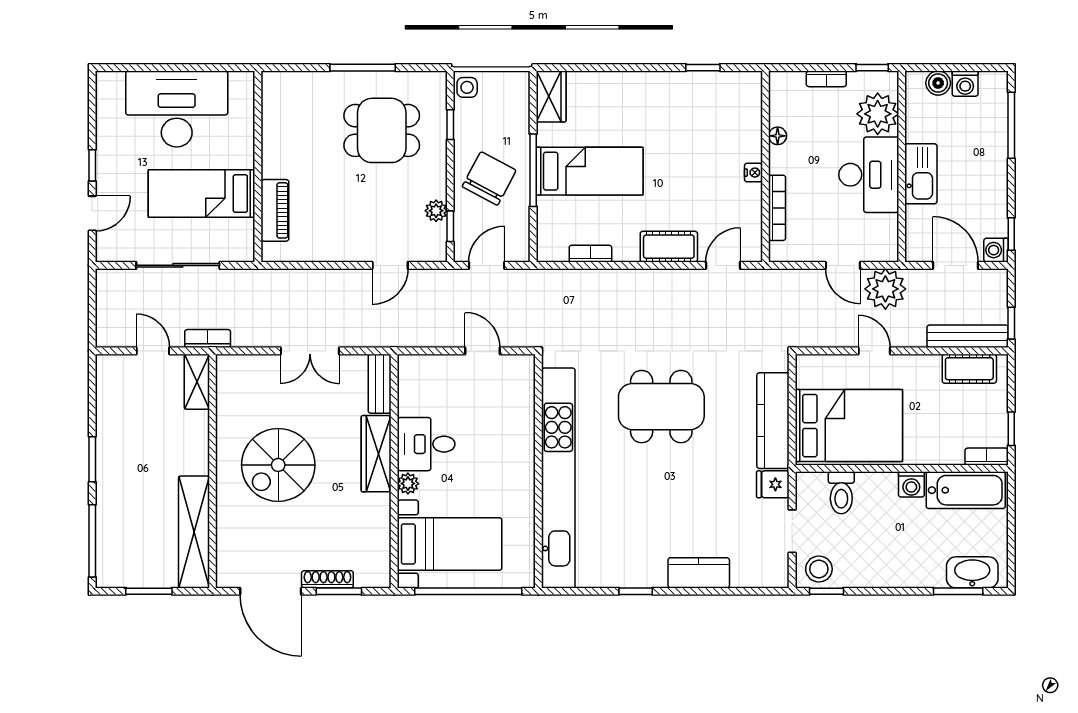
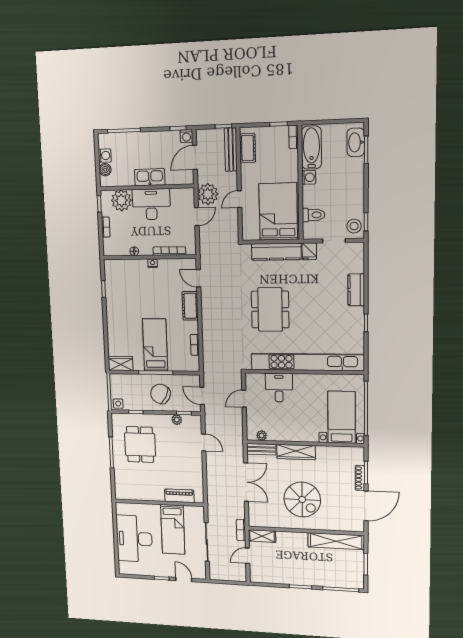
double door: (310, 351) -> (246, 482), width x1.37
desk: (426, 444) -> (279, 388), moved, turned 180
plant: (408, 484) -> (262, 436), moved

